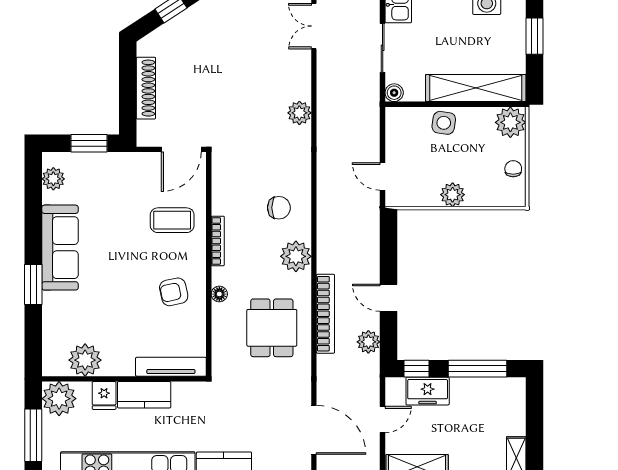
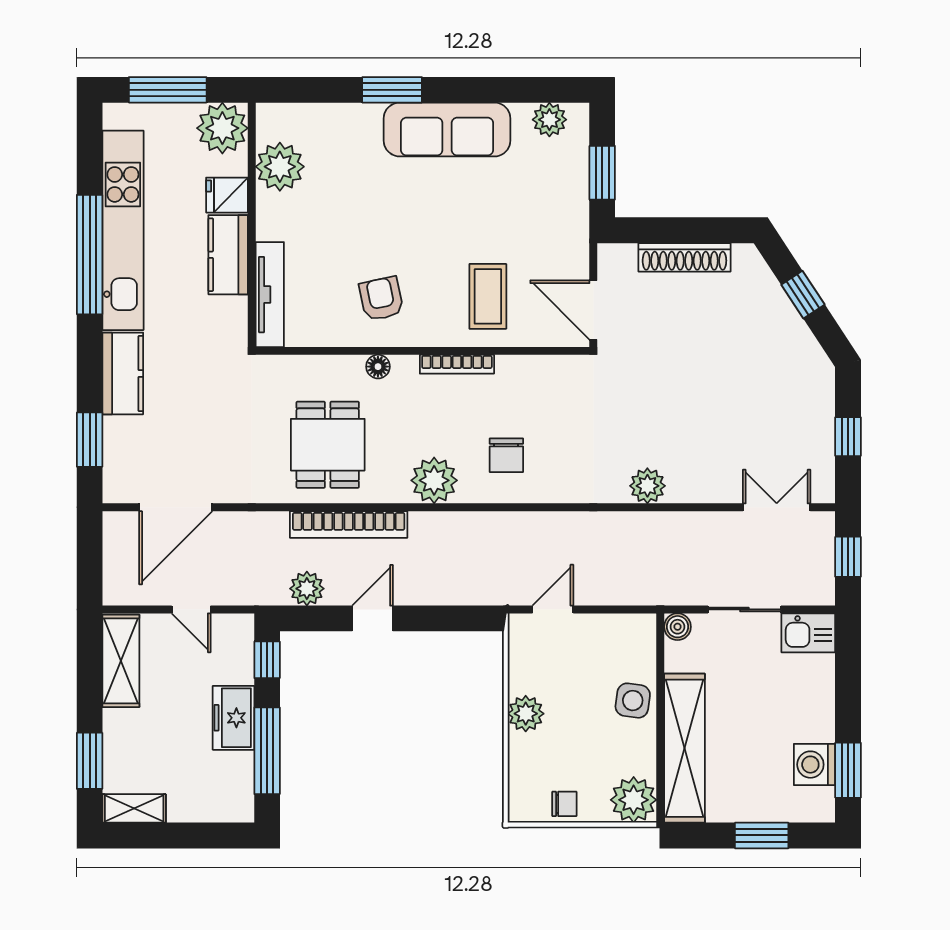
dining table: (272, 328) -> (328, 445), turned 90
freezer: (428, 391) -> (233, 718), moved

